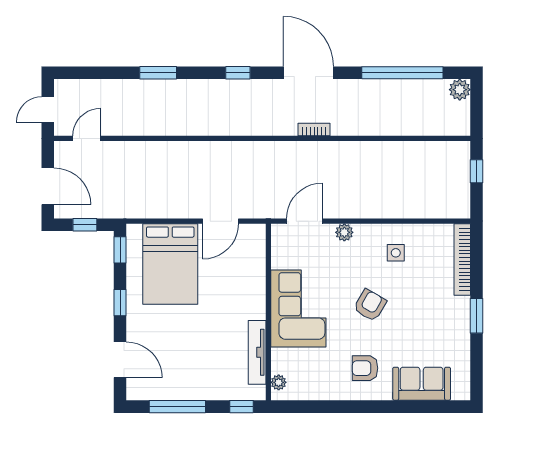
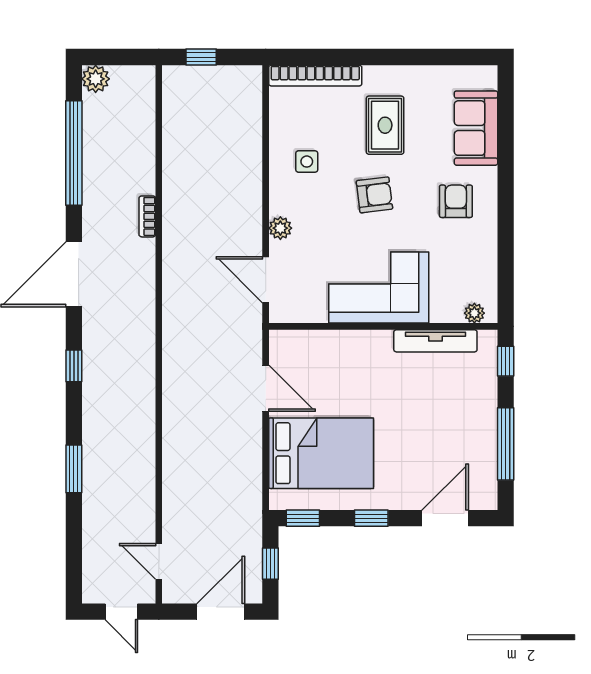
bookcase: (314, 130) -> (147, 216), moved
armchair: (370, 305) -> (374, 195), turned 143
rug: (424, 313) -> (385, 125), added
window: (477, 316) -> (388, 57), removed
armchair: (365, 368) -> (456, 201), turned 180

